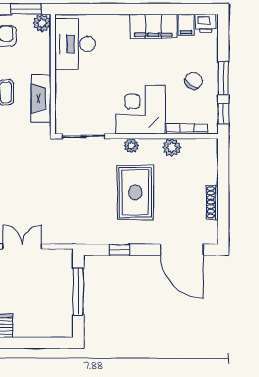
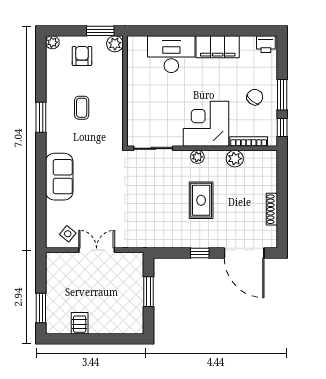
filing cabinet: (186, 25) -> (248, 45), removed
desk: (75, 44) -> (171, 54), moved, turned 90
fireplace: (41, 99) -> (114, 114), removed
rug: (135, 192) -> (201, 200), width x0.73, depth x0.70
window: (120, 250) -> (200, 253), moved
window: (78, 292) -> (149, 292), width x0.69

